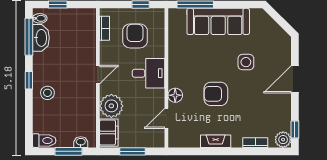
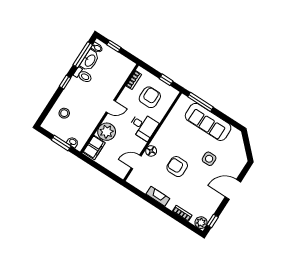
stool: (47, 93) -> (64, 113), moved
toilet: (44, 141) -> (83, 75), moved
window: (133, 151) -> (101, 169), removed

